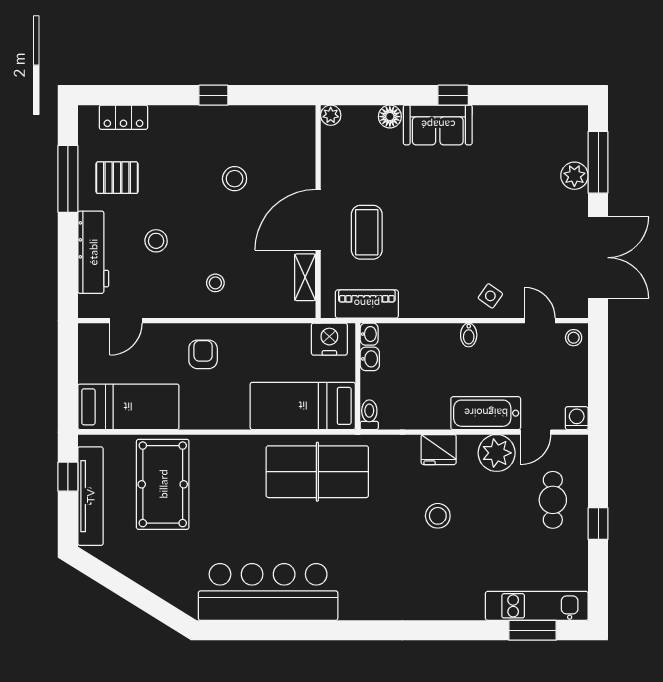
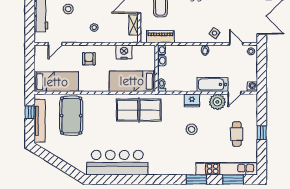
nightstand: (329, 339) -> (124, 52), moved
cafe table: (553, 500) -> (237, 134), moved
kitchen unit: (537, 606) -> (227, 169), width x1.36
window: (449, 630) -> (196, 179), added

